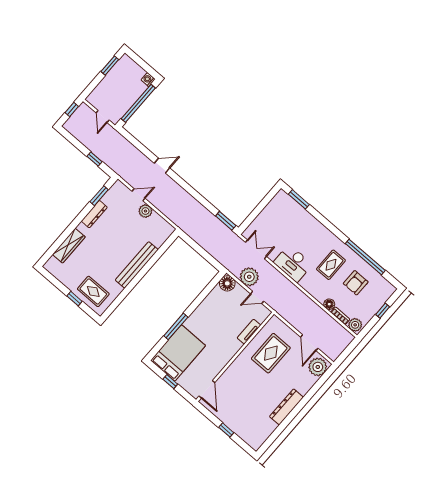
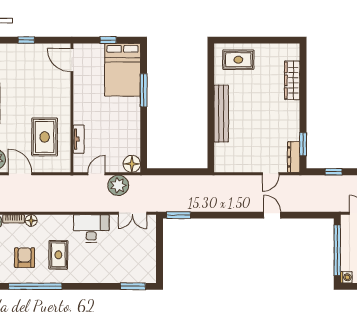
door: (162, 166) -> (272, 215), swing flipped
plant: (145, 211) -> (253, 165), removed
dresser: (94, 214) -> (294, 157), moved
window: (75, 299) -> (249, 40), removed

